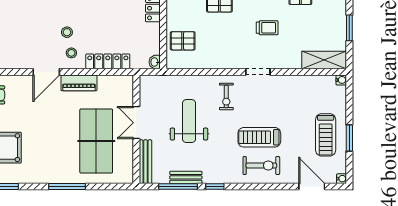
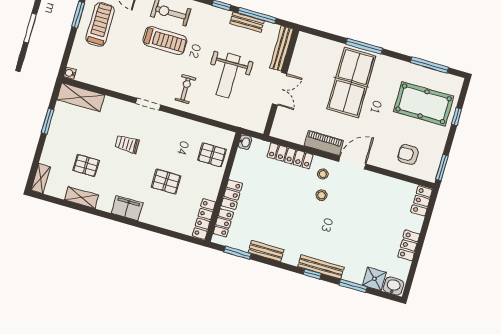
table tennis table: (96, 141) -> (351, 82), moved

